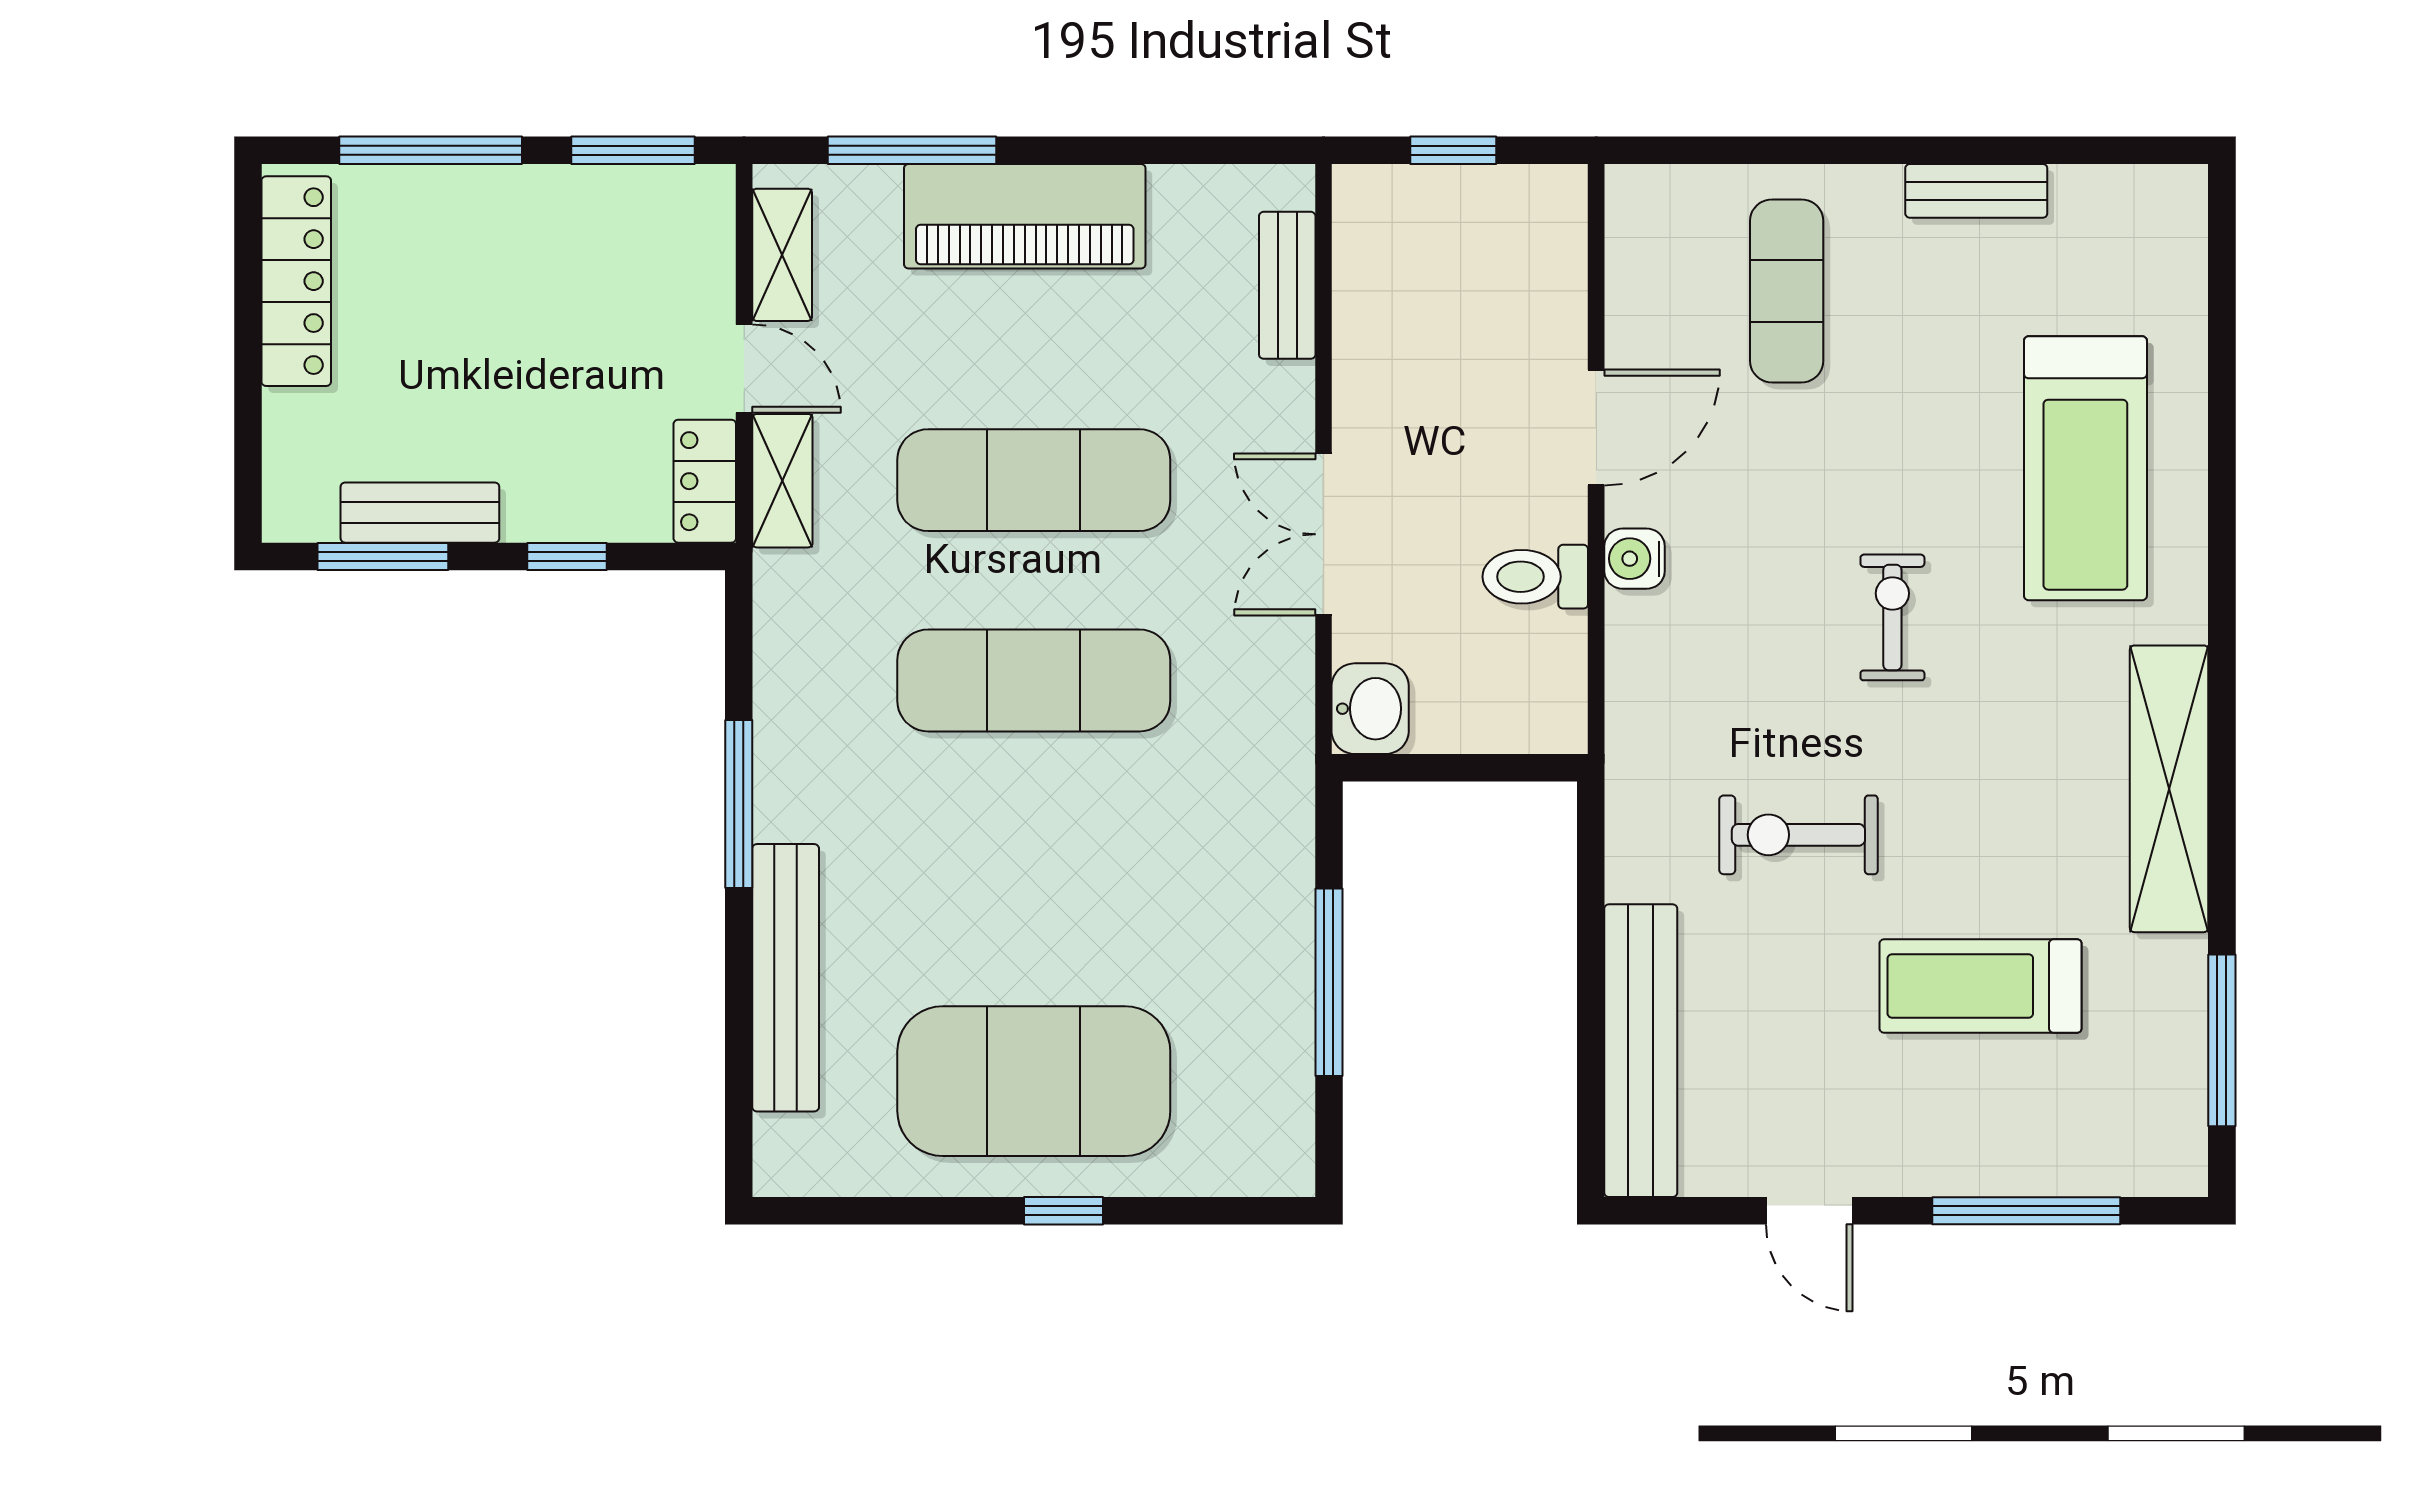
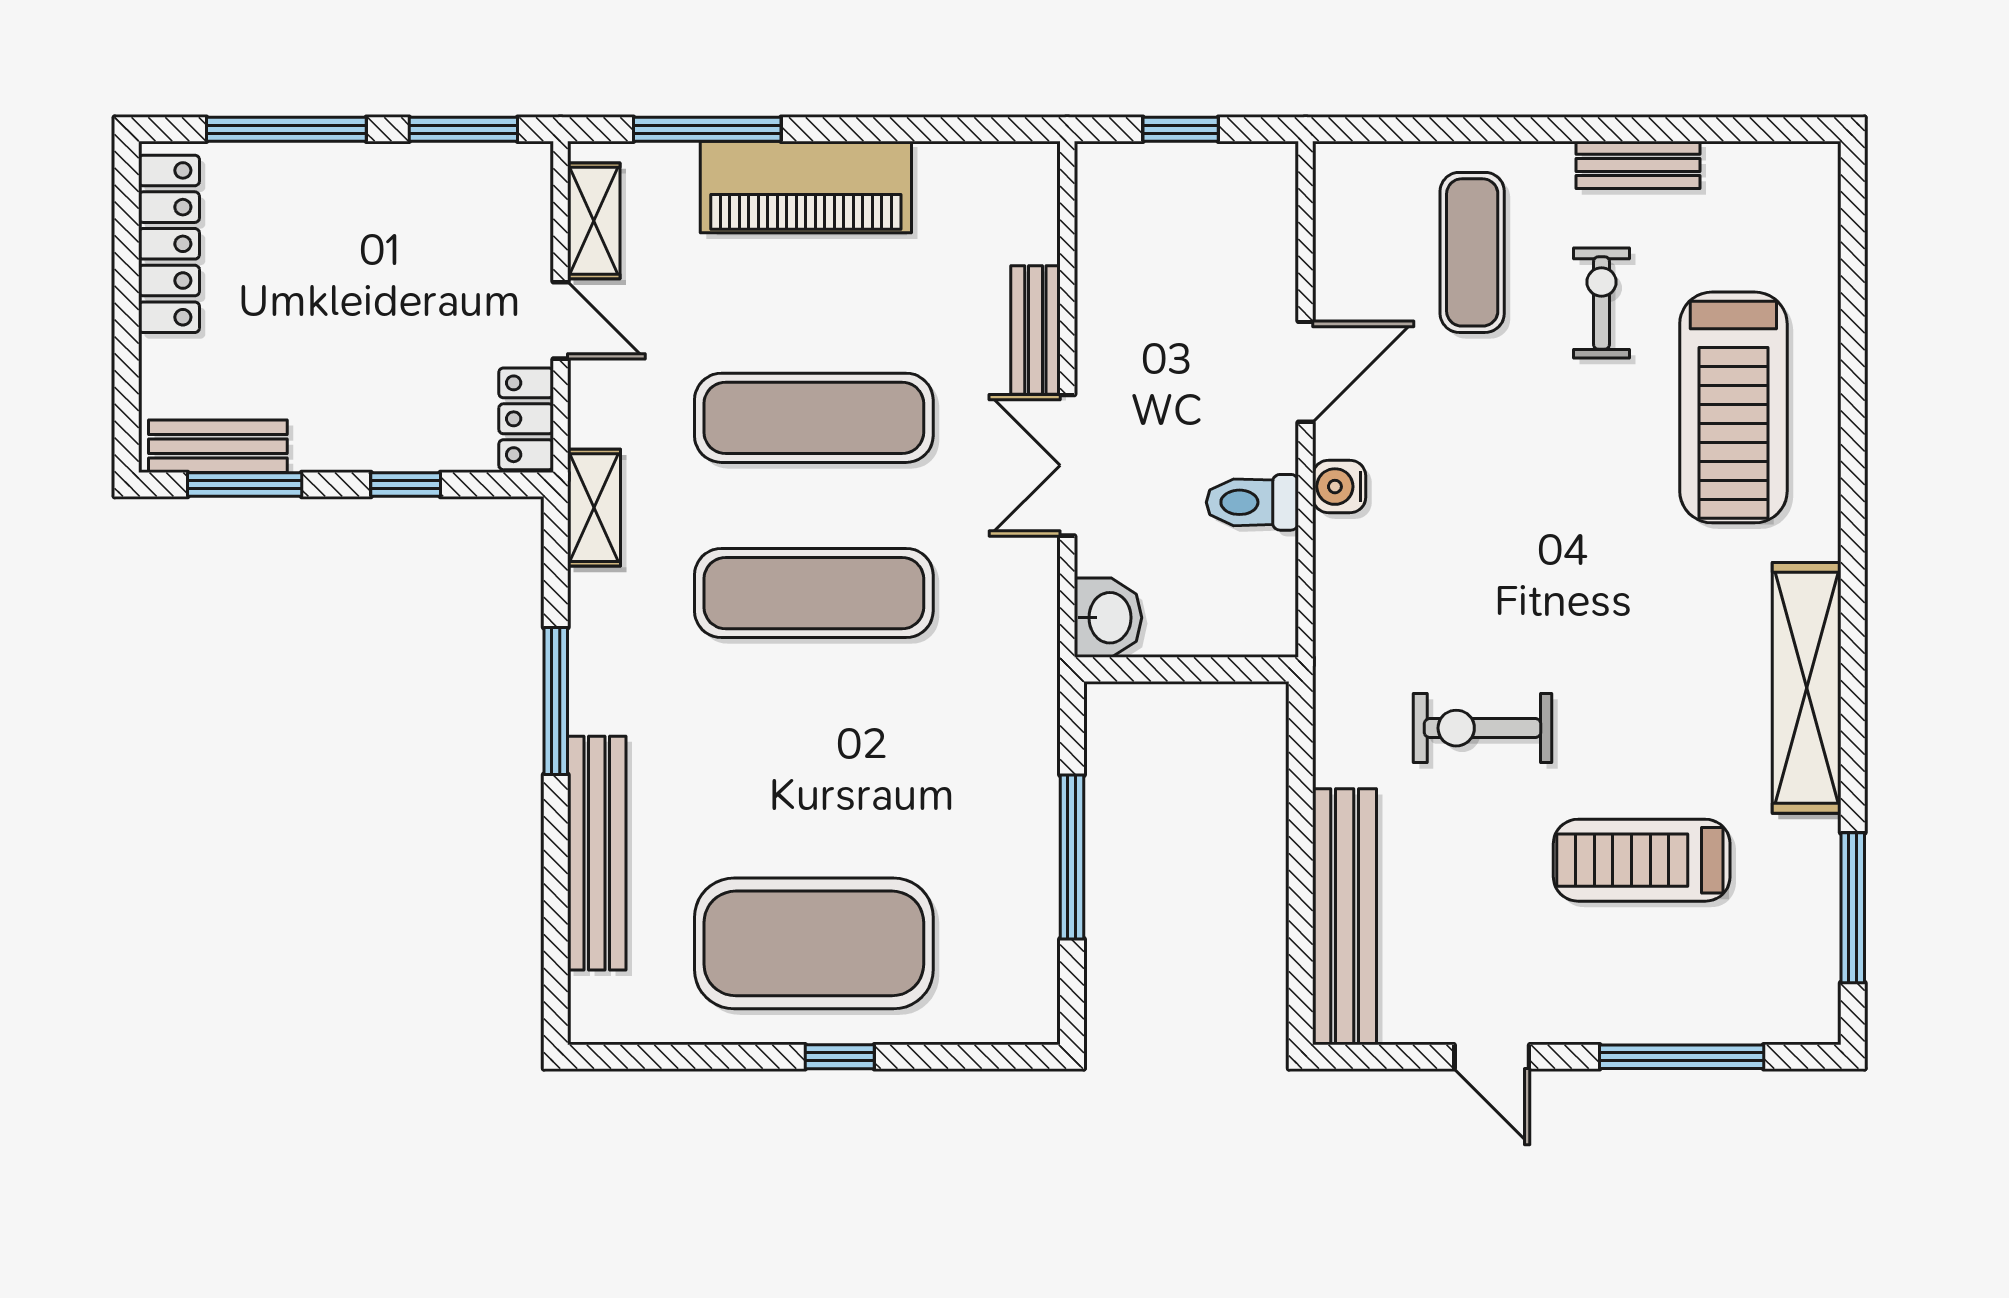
bench: (1287, 285) -> (1035, 330), moved
shelving: (782, 481) -> (594, 508), moved
bench: (420, 513) -> (218, 446), moved
exercise bike: (1892, 617) -> (1602, 303), moved

